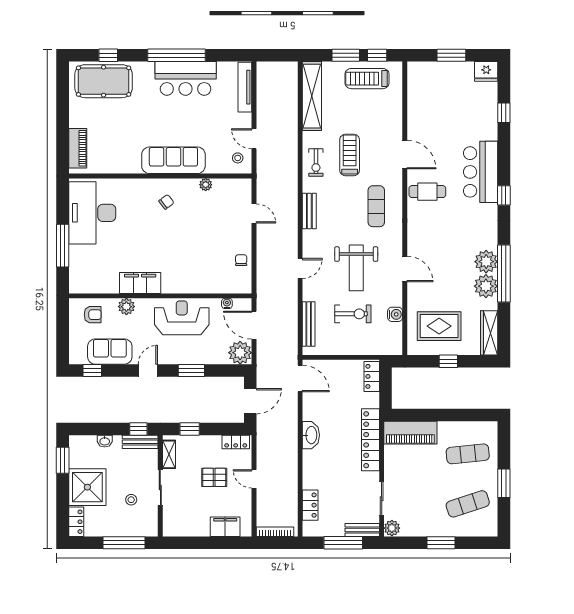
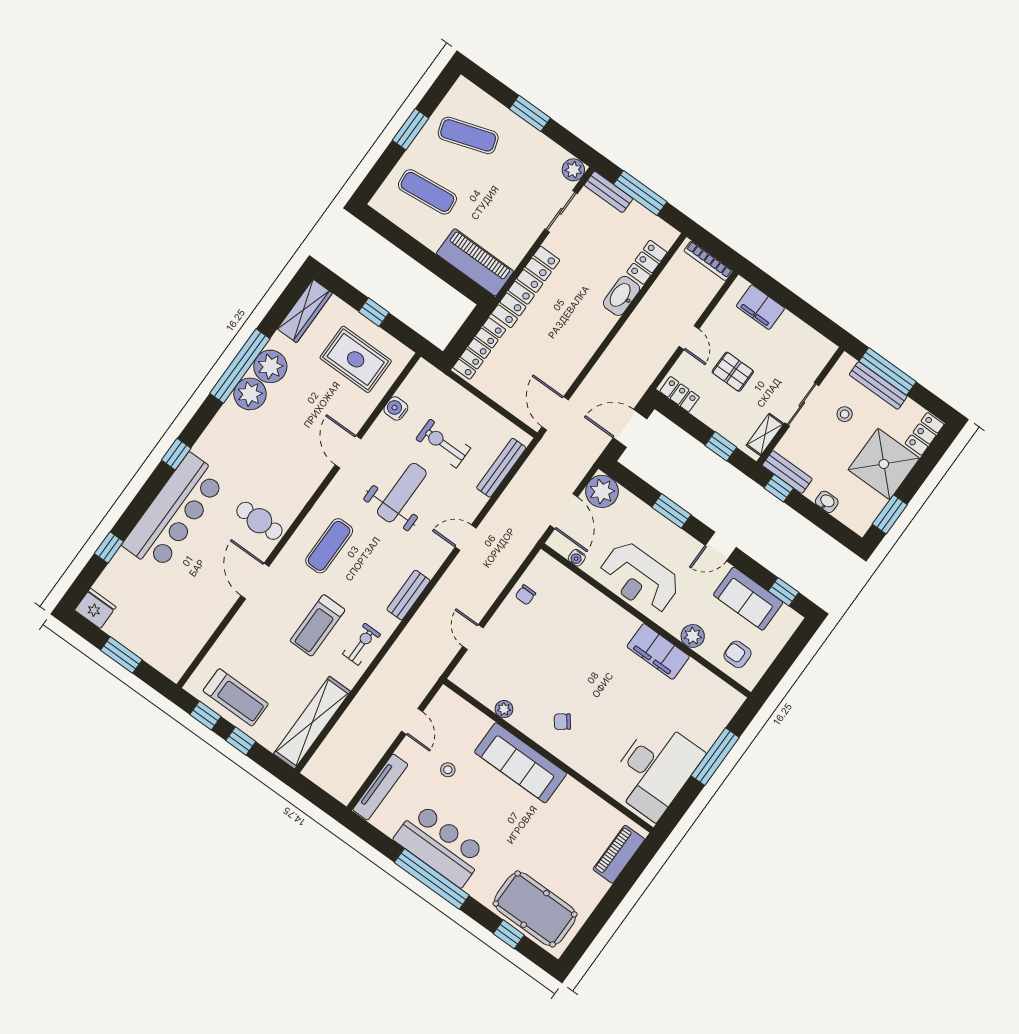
window: (346, 55) -> (241, 741), width x0.67
stool: (238, 158) -> (448, 770), moved
bar counter: (481, 172) -> (174, 512), width x1.36
locker: (372, 376) -> (479, 348), width x1.53
washbasin: (311, 435) -> (621, 296), moved
bench: (124, 530) -> (878, 386), added

